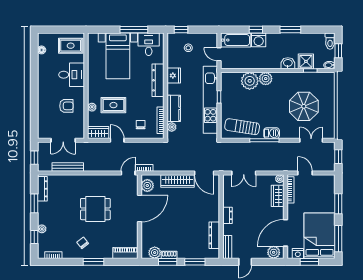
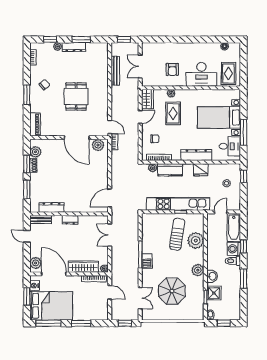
toilet: (330, 41) -> (233, 261), moved
desk: (72, 75) -> (201, 74), width x1.37
plant: (266, 79) -> (198, 270), moved
sun lounger: (242, 127) -> (177, 234), moved
door: (305, 173) -> (110, 292), hinge flipped
wardrobe: (177, 181) -> (102, 173), removed
dresser: (42, 189) -> (74, 47), moved
wardrobe: (278, 196) -> (83, 267), width x1.50

